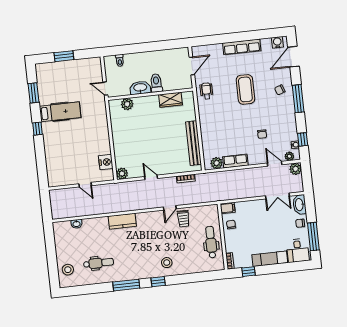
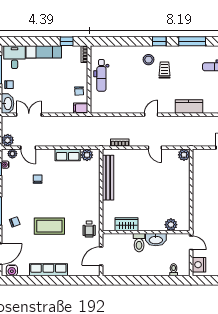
coffee table: (245, 89) -> (49, 226), turned 90
nightstand: (106, 162) -> (199, 265), moved
door: (170, 208) -> (151, 115), moved
trolley: (183, 219) -> (164, 70), moved

